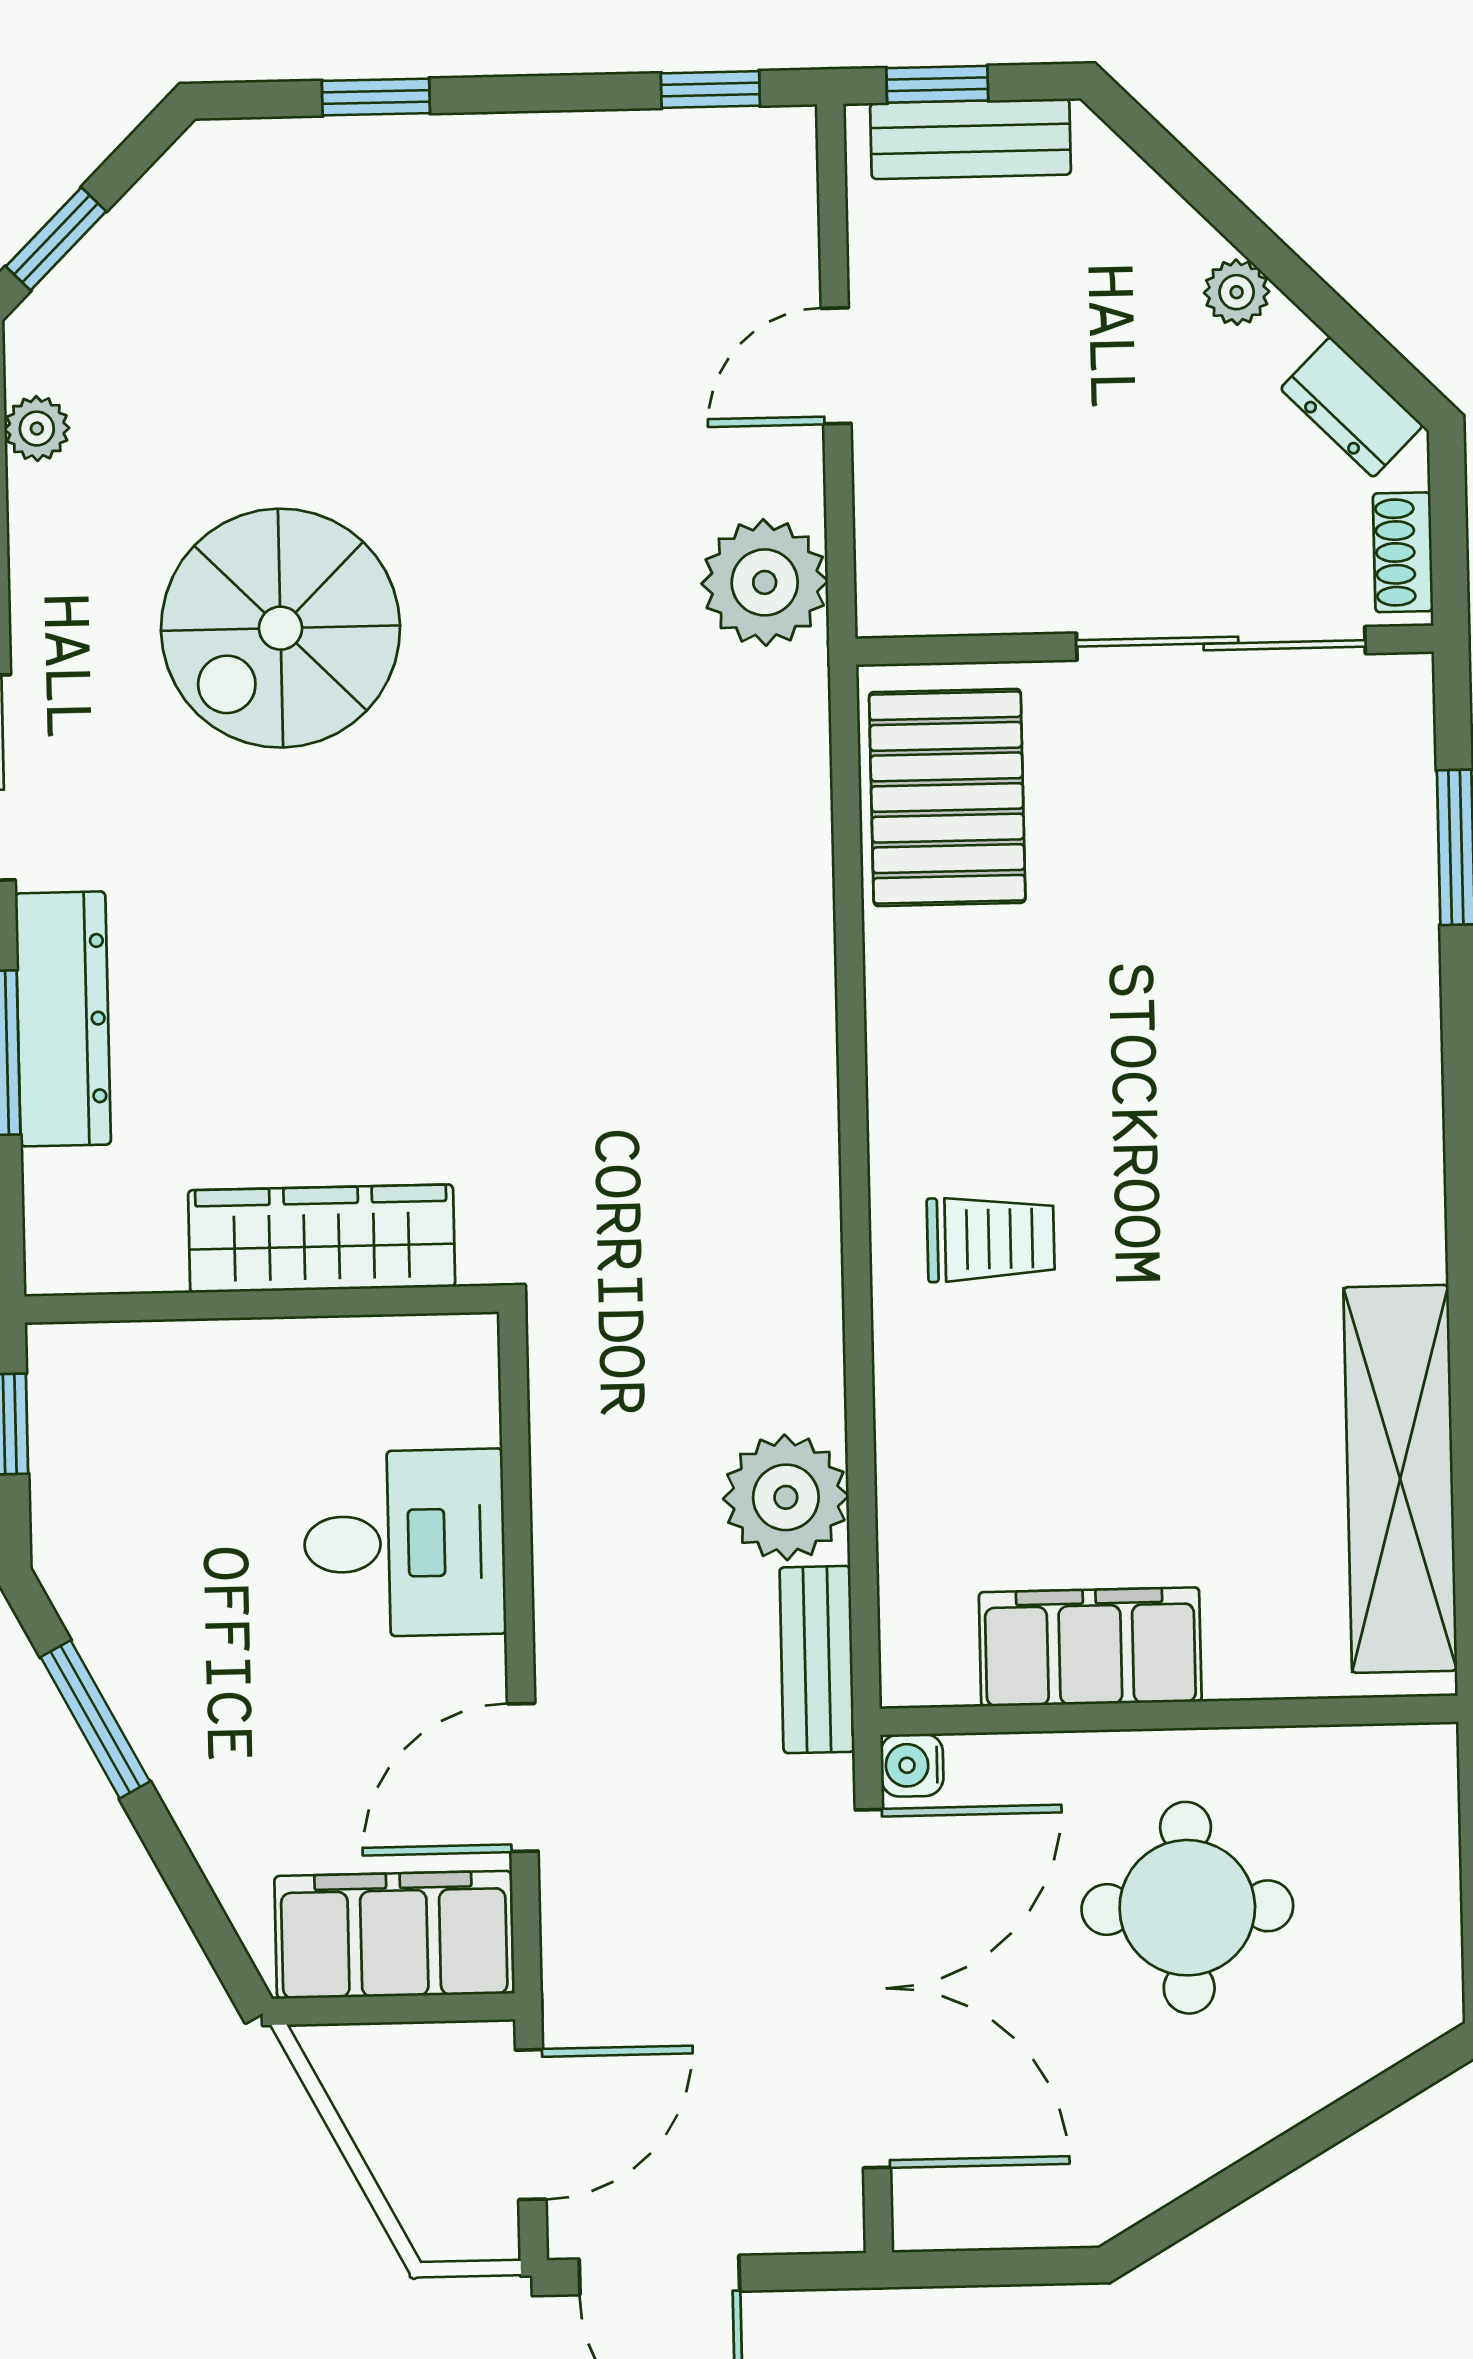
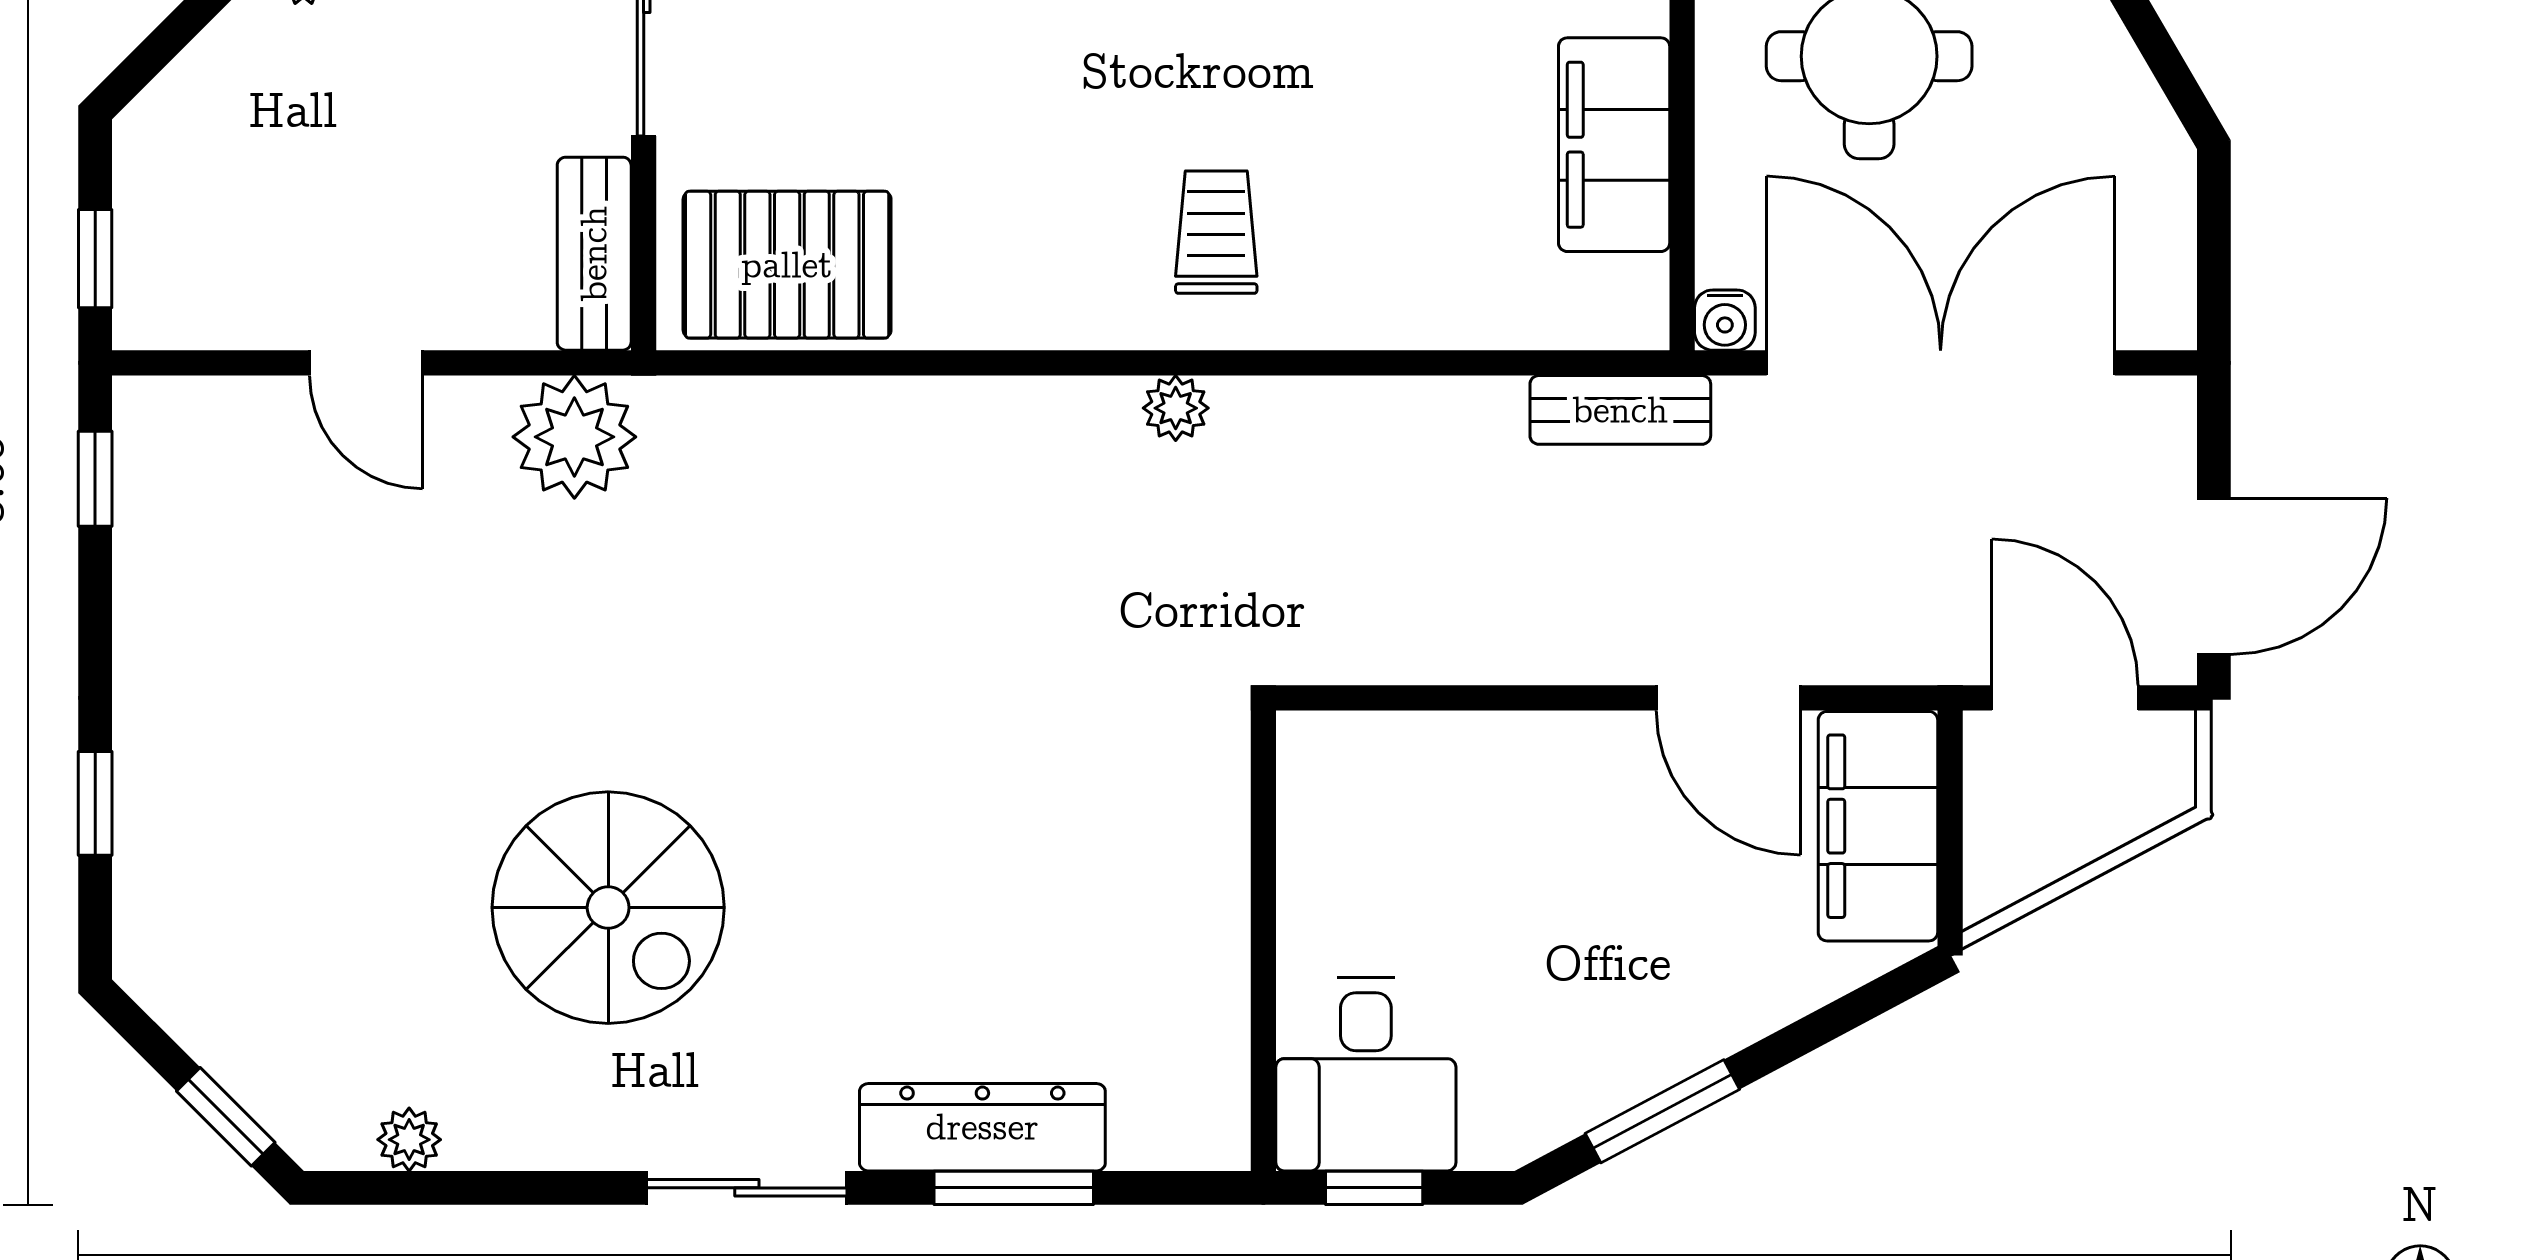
bench: (971, 139) -> (594, 254), moved
wardrobe: (322, 1239) -> (1201, 881), removed
plant: (786, 1497) -> (1176, 408), moved, width x0.53, depth x0.53
desk: (405, 1543) -> (1366, 1074), moved, turned 180

